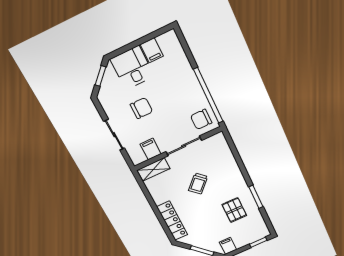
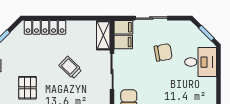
filing cabinet: (152, 50) -> (123, 27), moved, turned 180
chair: (141, 108) -> (163, 52), turned -100
pallet: (234, 210) -> (27, 88), turned 90

